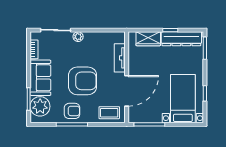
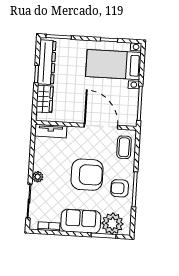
tv unit: (120, 58) -> (51, 131), moved
armchair: (83, 81) -> (87, 175), turned 90
armchair: (72, 111) -> (120, 188), turned -90

